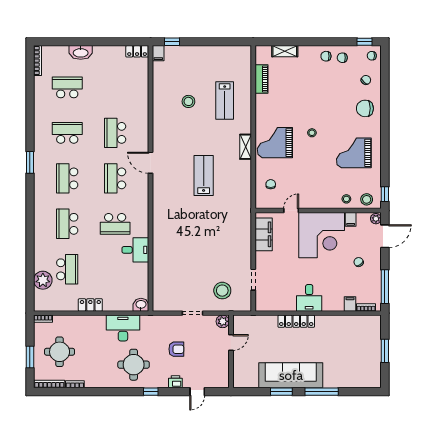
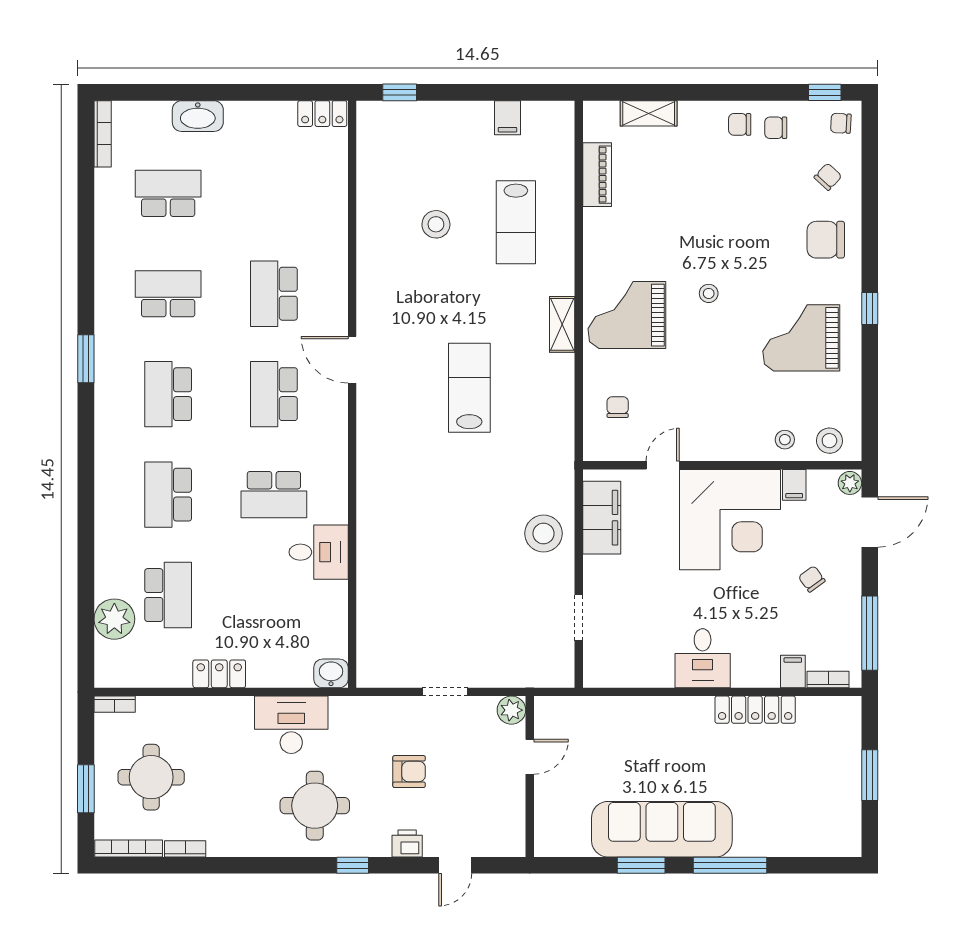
filing cabinet: (158, 53) -> (507, 118), moved
window: (385, 194) -> (870, 308), moved
stool: (222, 291) -> (543, 533), moved
locker: (296, 321) -> (755, 710), moved

